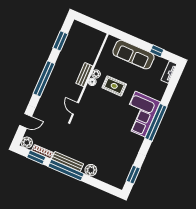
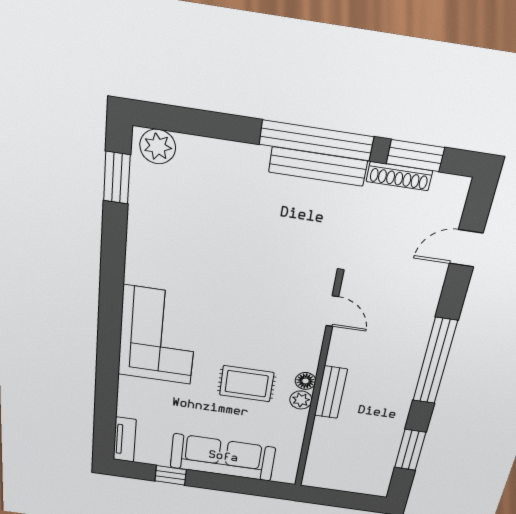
window: (156, 122) -> (110, 326), removed
plant: (27, 142) -> (452, 190), removed
plant: (91, 170) -> (158, 147), moved

